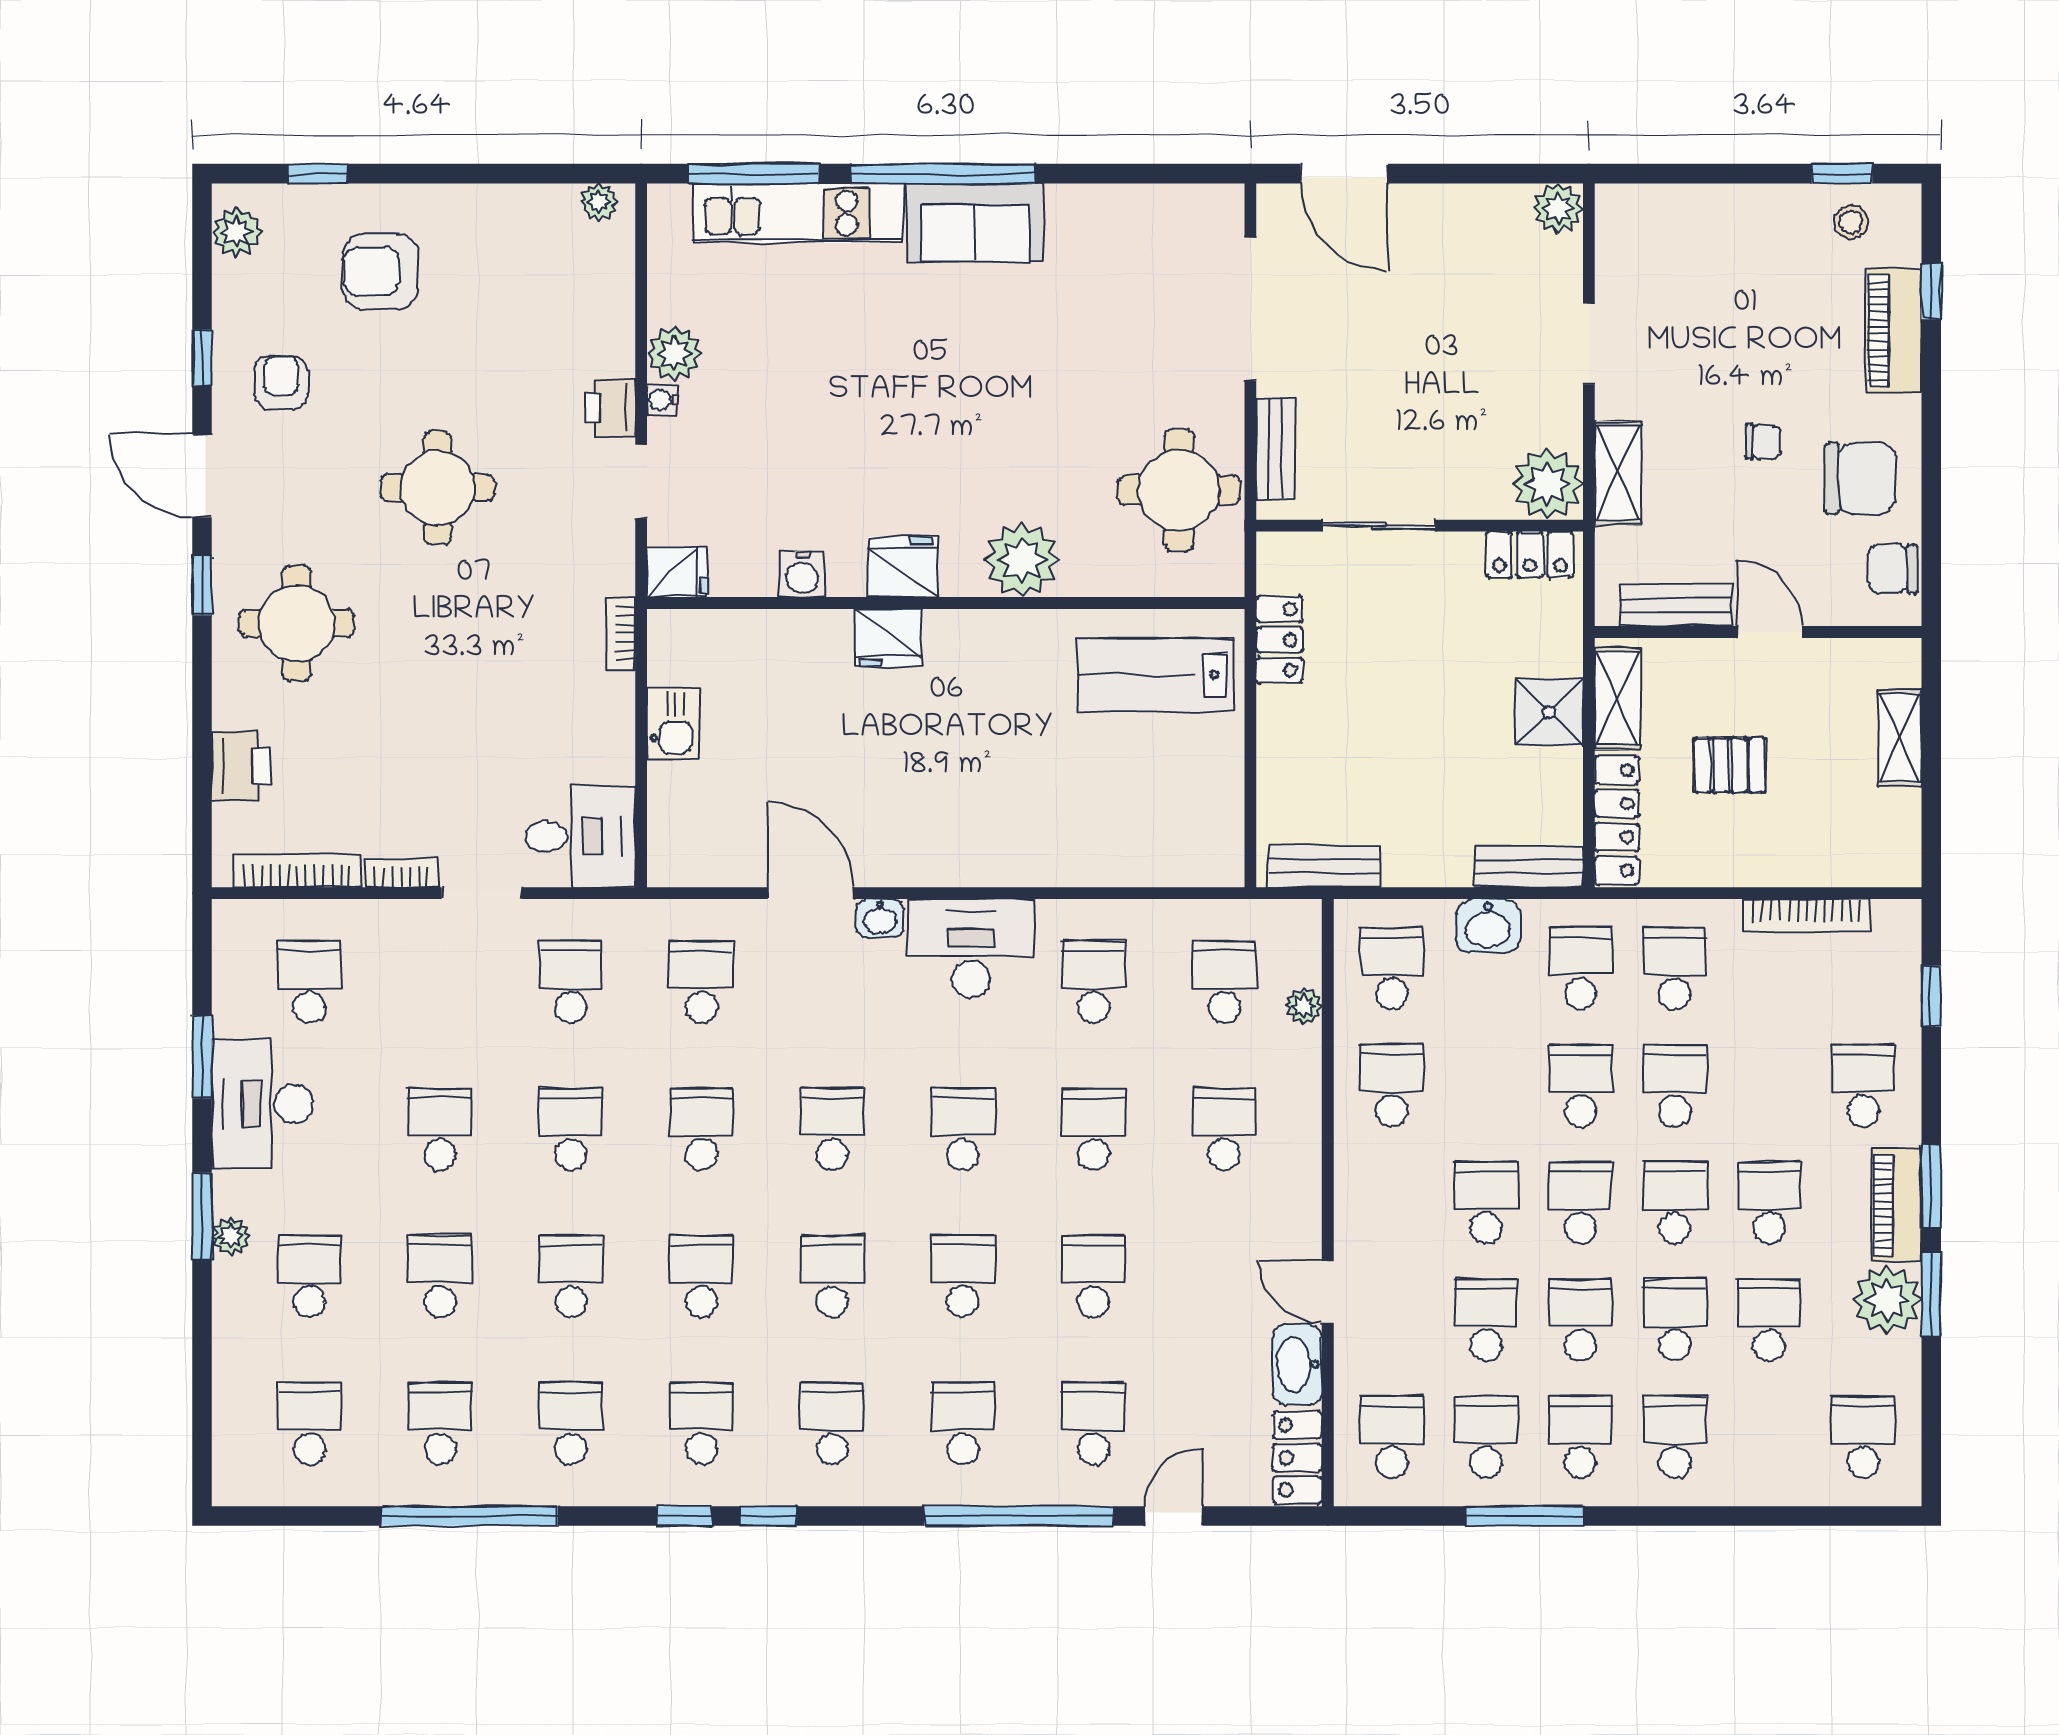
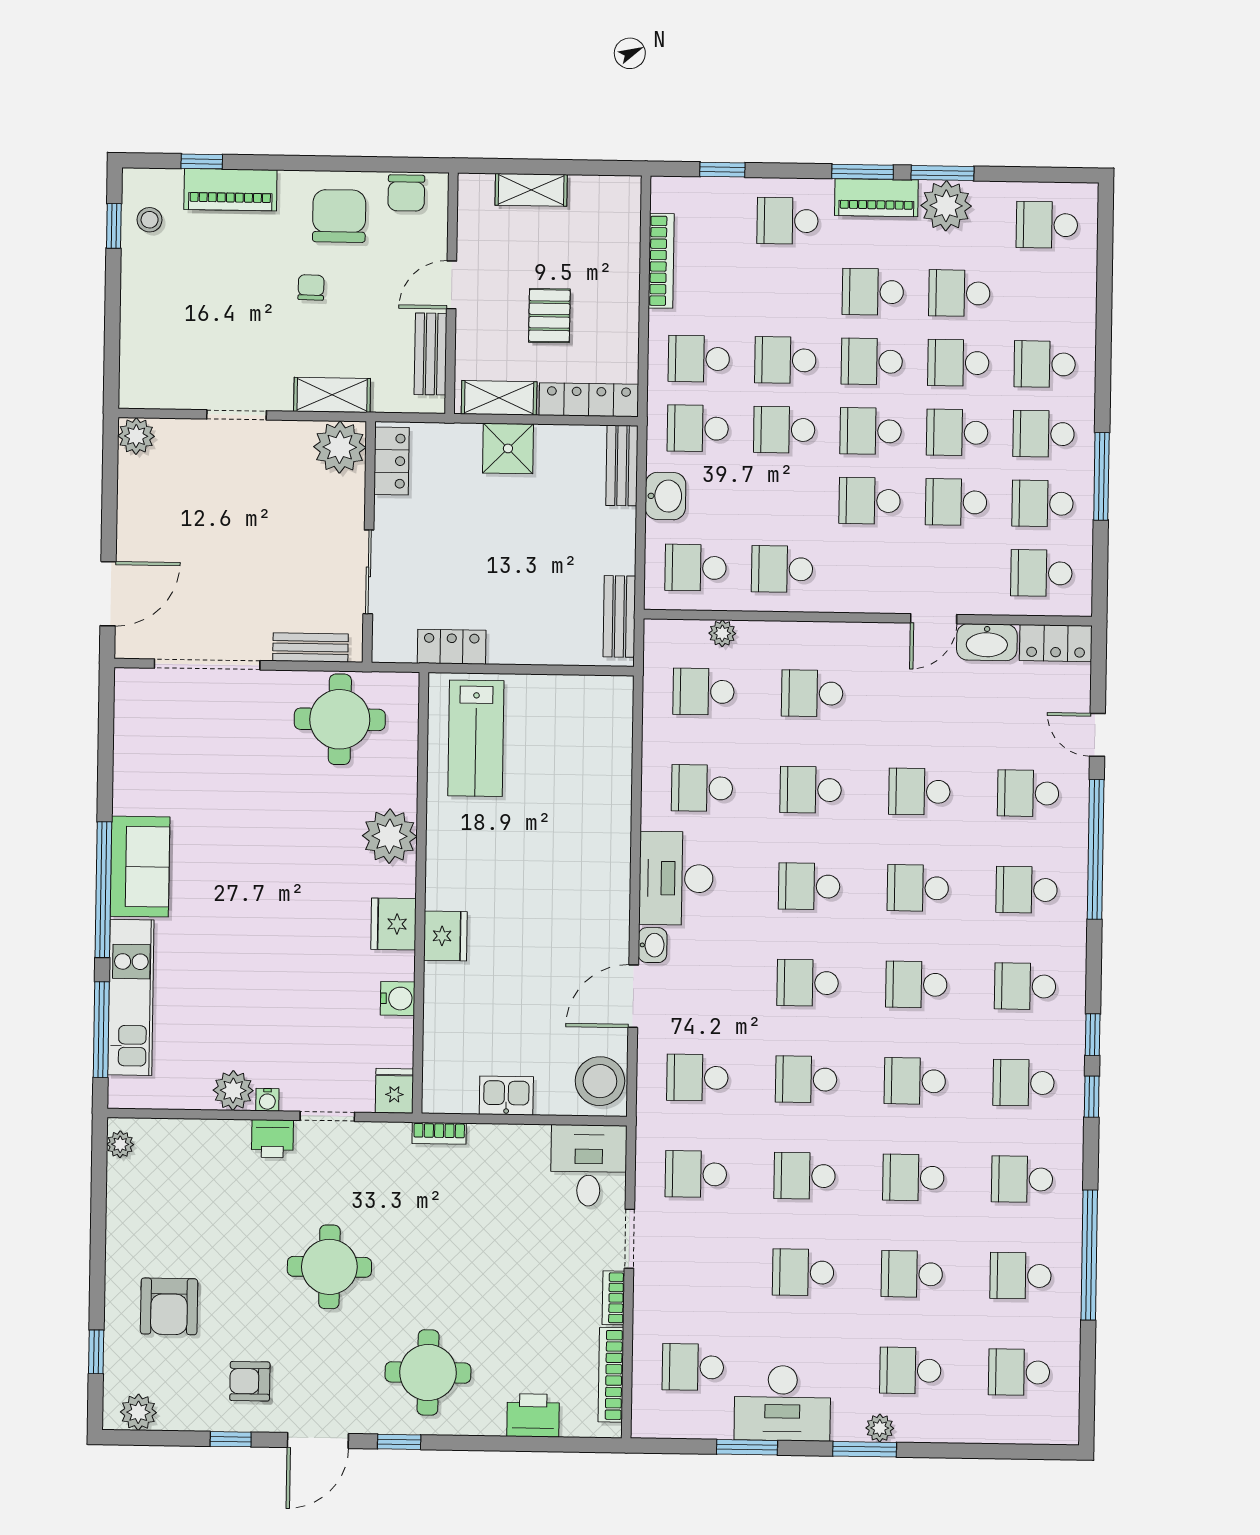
stool: (695, 850) -> (600, 1081), added

